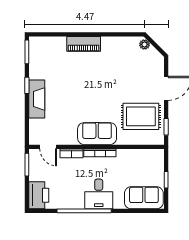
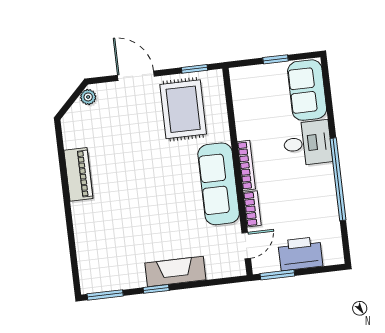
piano: (84, 44) -> (78, 174), moved
plant: (145, 44) -> (88, 97), moved
sofa: (97, 134) -> (219, 184), width x1.36
desk: (99, 194) -> (307, 143), moved
printer: (39, 195) -> (300, 254), moved

